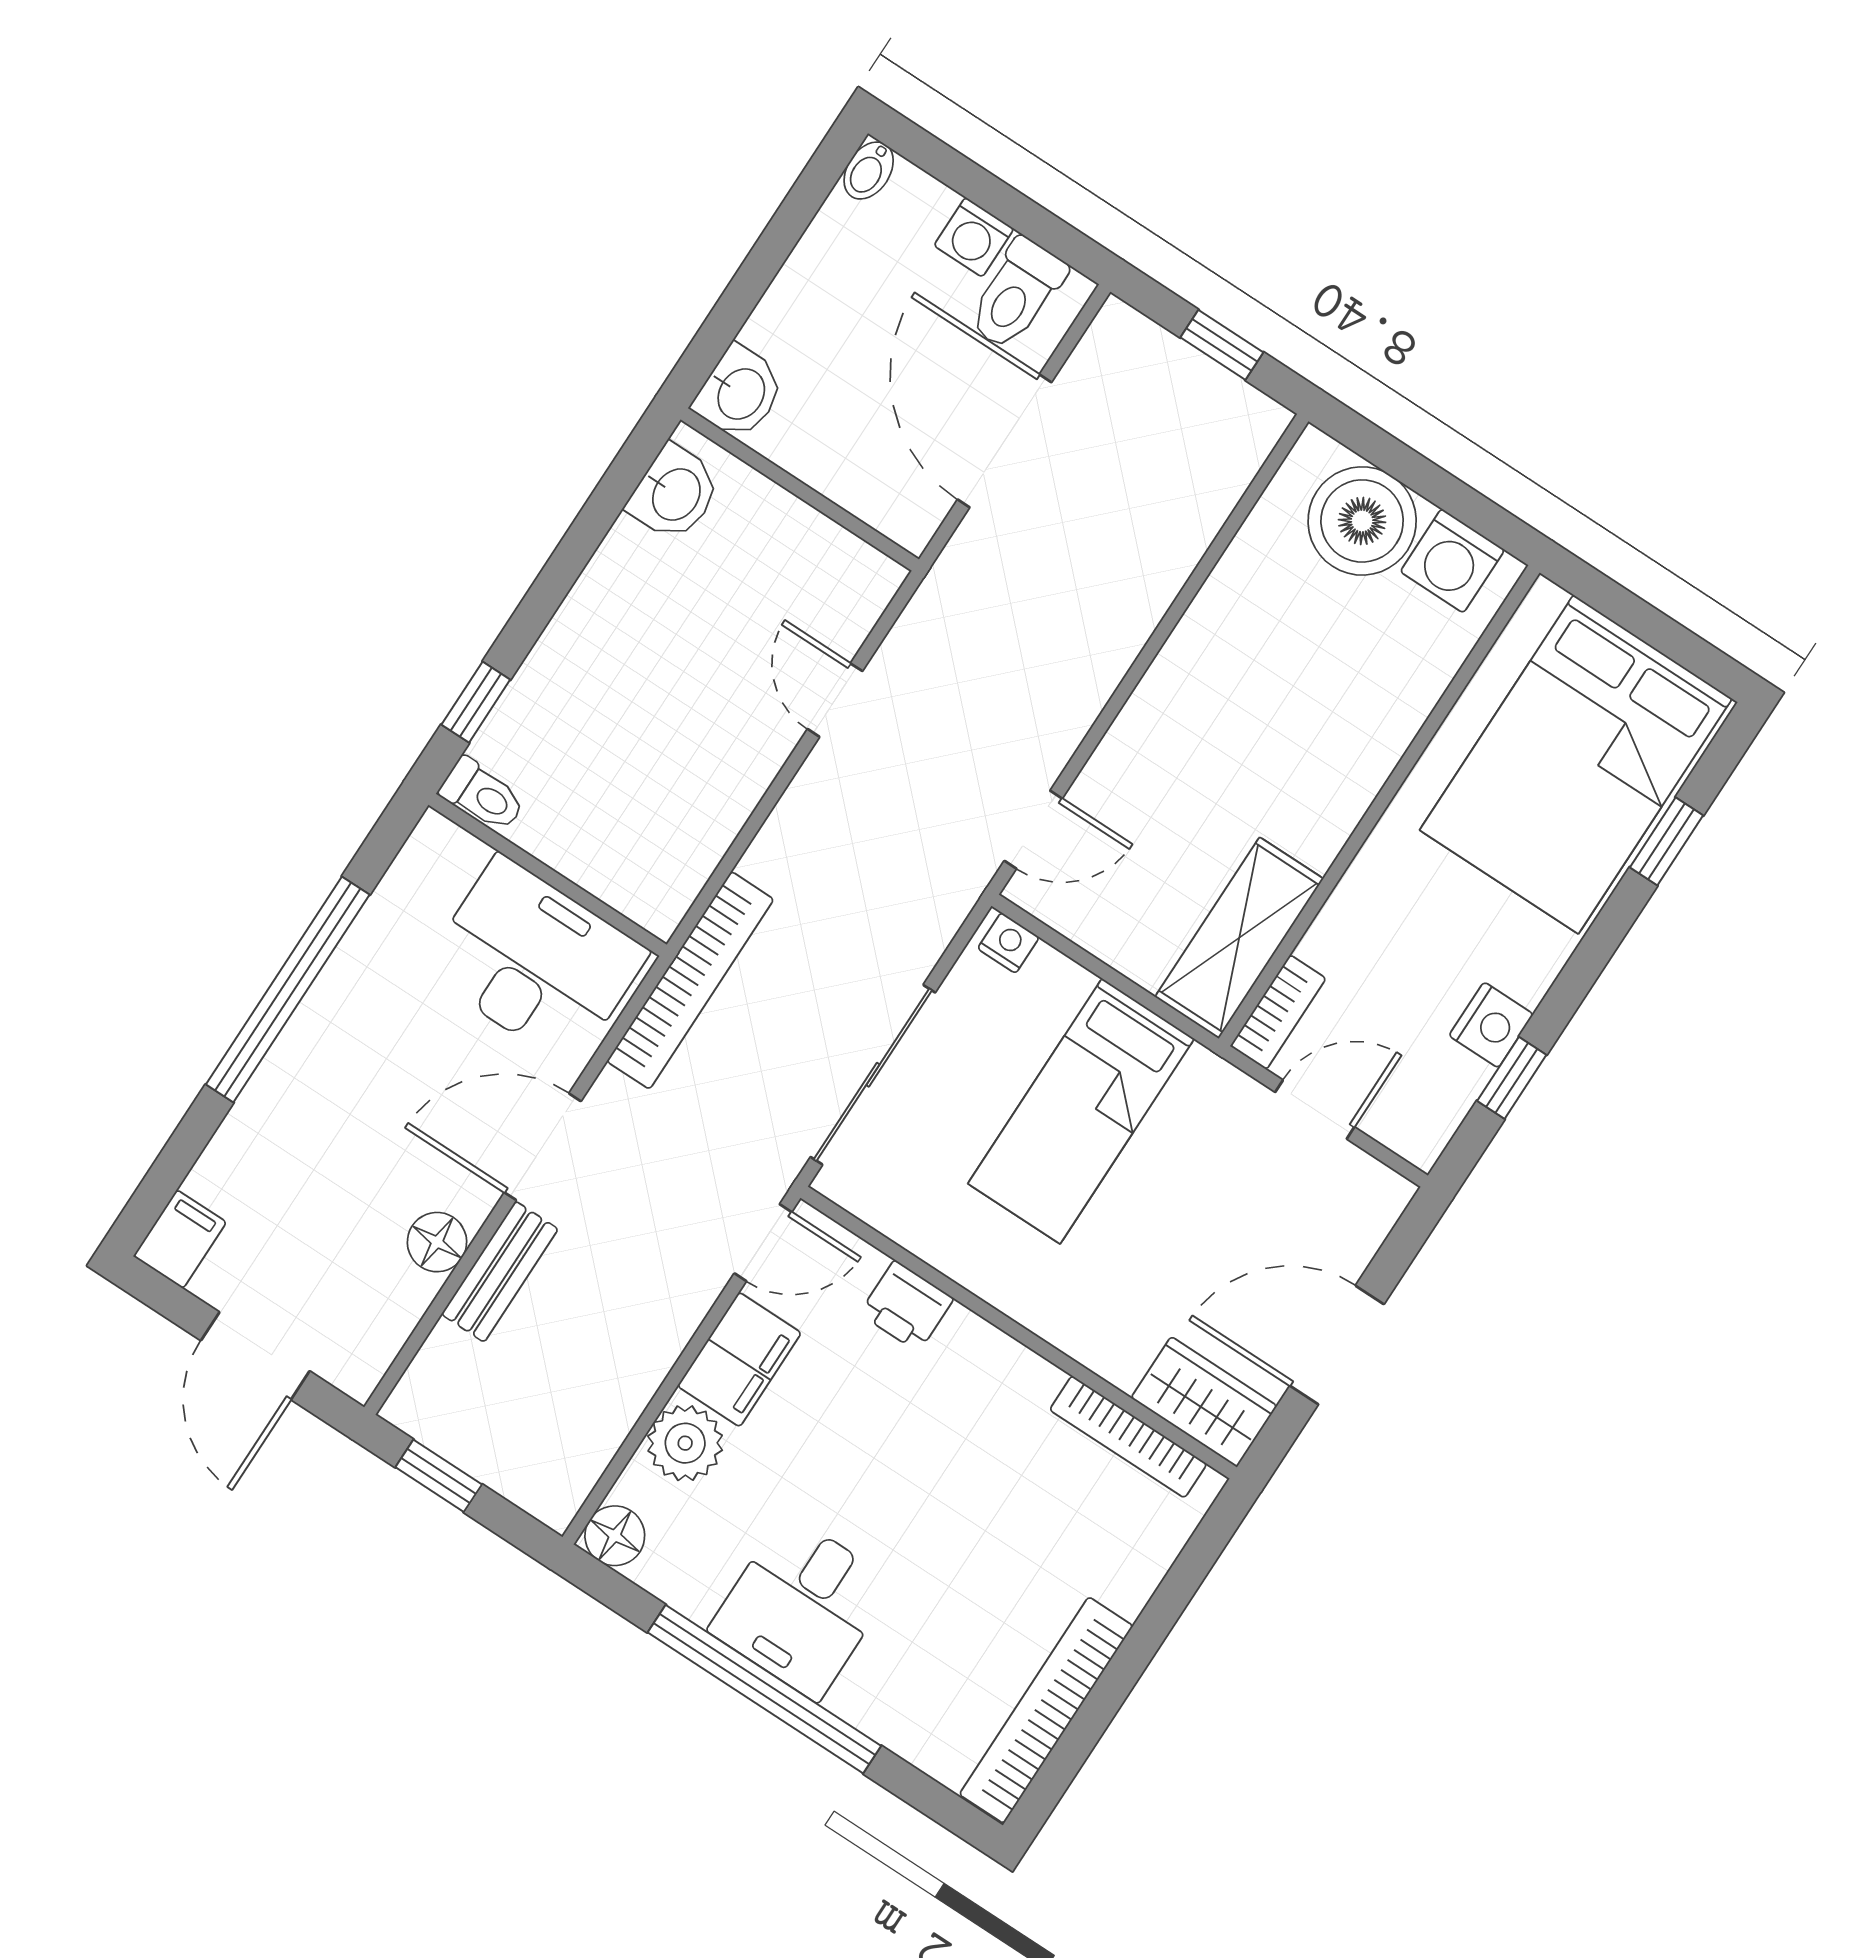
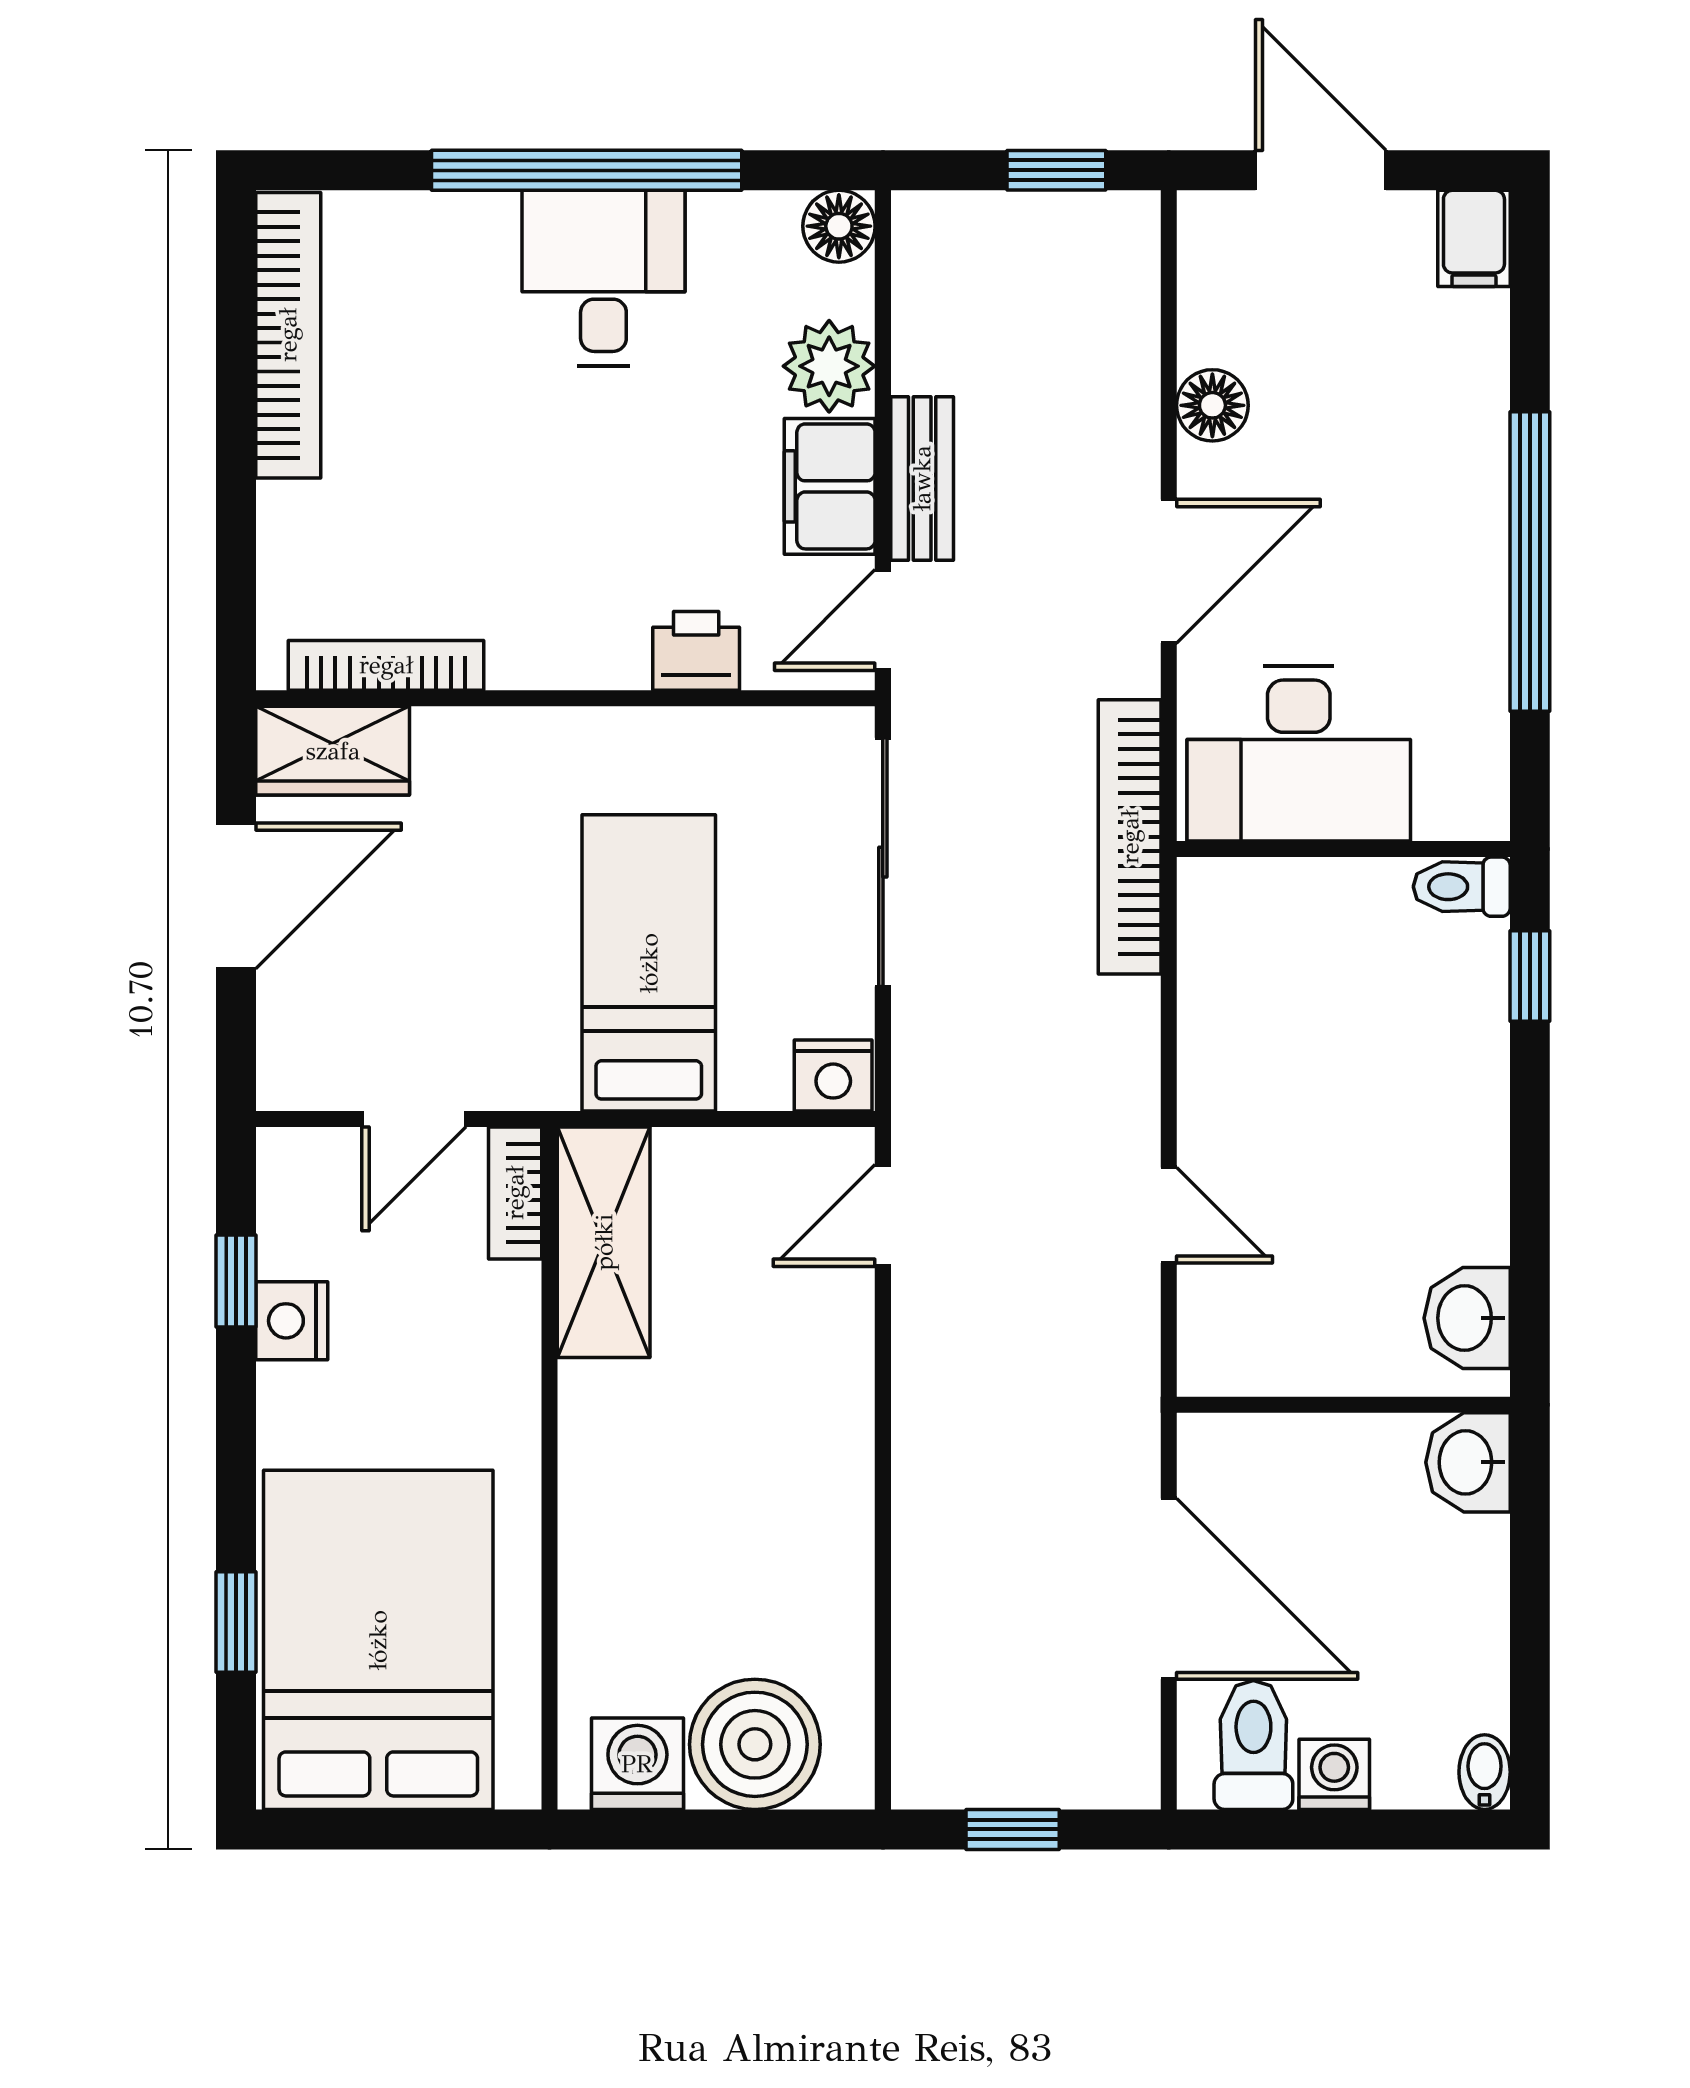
nightstand: (1008, 943) -> (833, 1075), width x1.39, depth x1.35
bench: (500, 1272) -> (922, 478), moved

